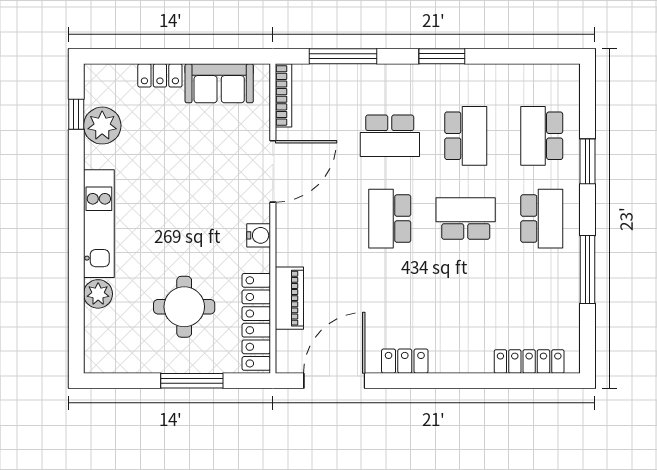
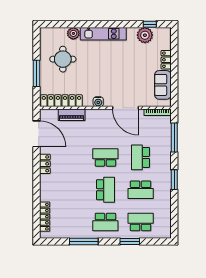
round table: (184, 307) -> (63, 59), moved

